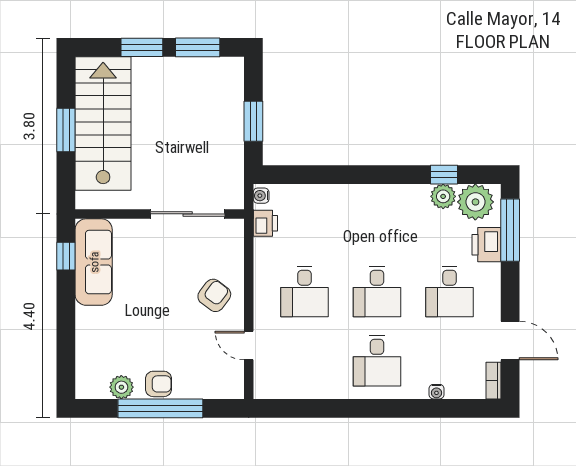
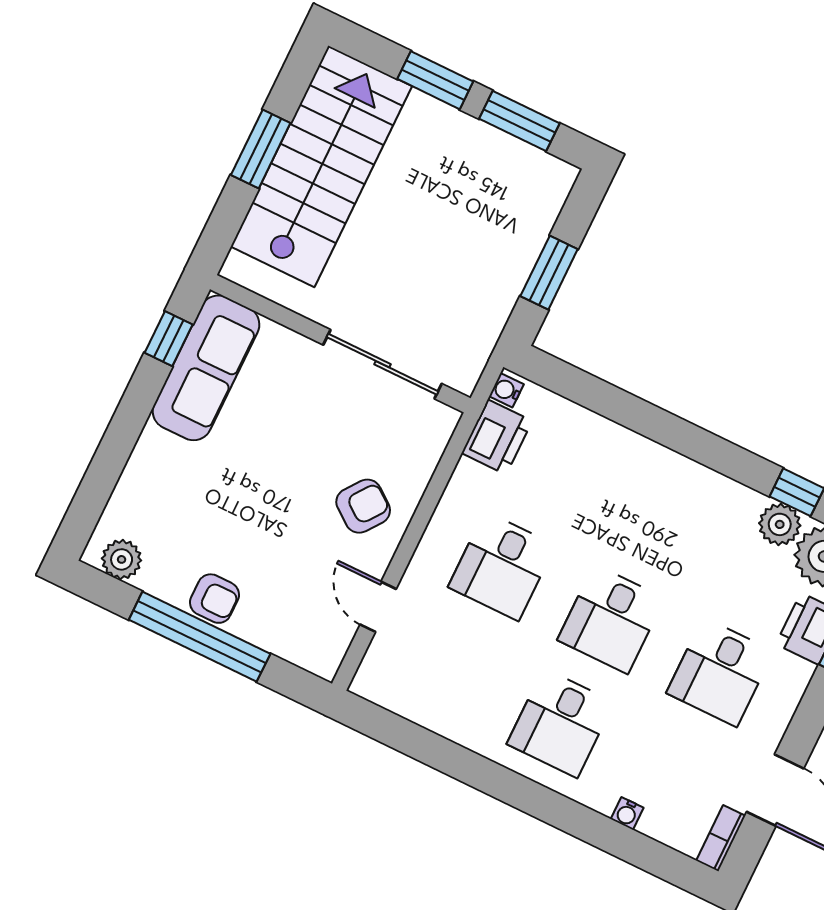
printer: (265, 223) -> (497, 437), width x1.36, depth x1.24
plant: (121, 387) -> (122, 559), moved

